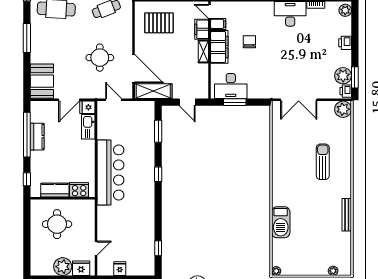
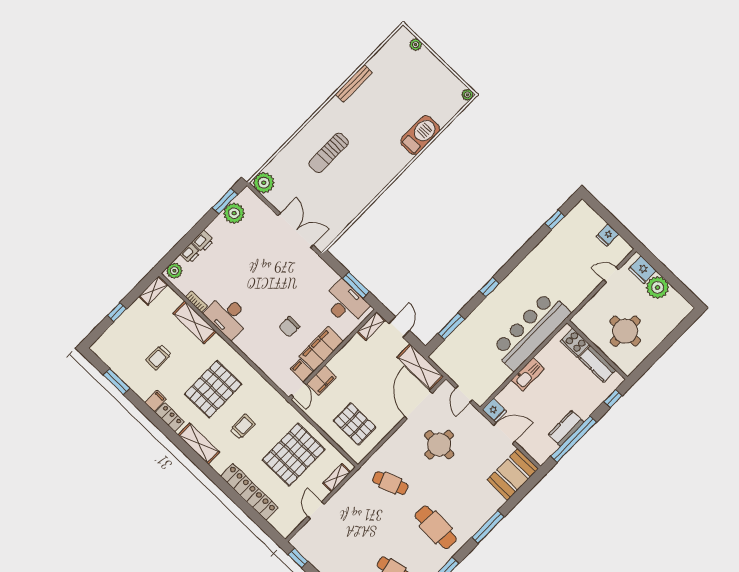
shelving: (203, 52) -> (371, 326), moved
printer: (346, 91) -> (190, 253), moved
kitchen sink: (88, 127) -> (528, 374), moved

